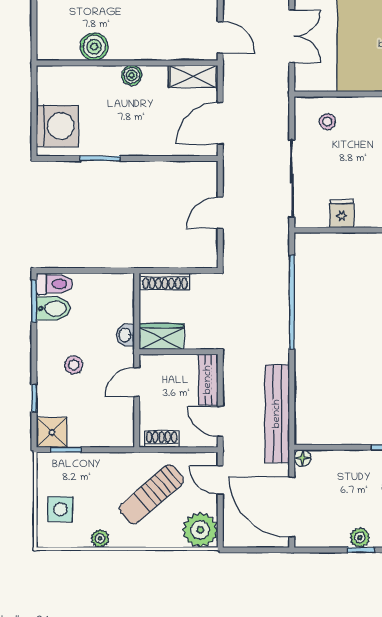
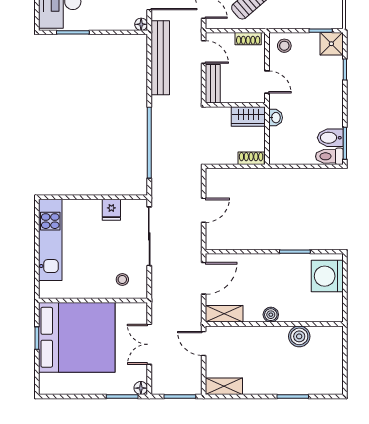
shoe rack: (165, 281) -> (251, 158), width x0.70
stool: (74, 365) -> (284, 46), moved
door: (137, 382) -> (267, 82), hinge flipped

